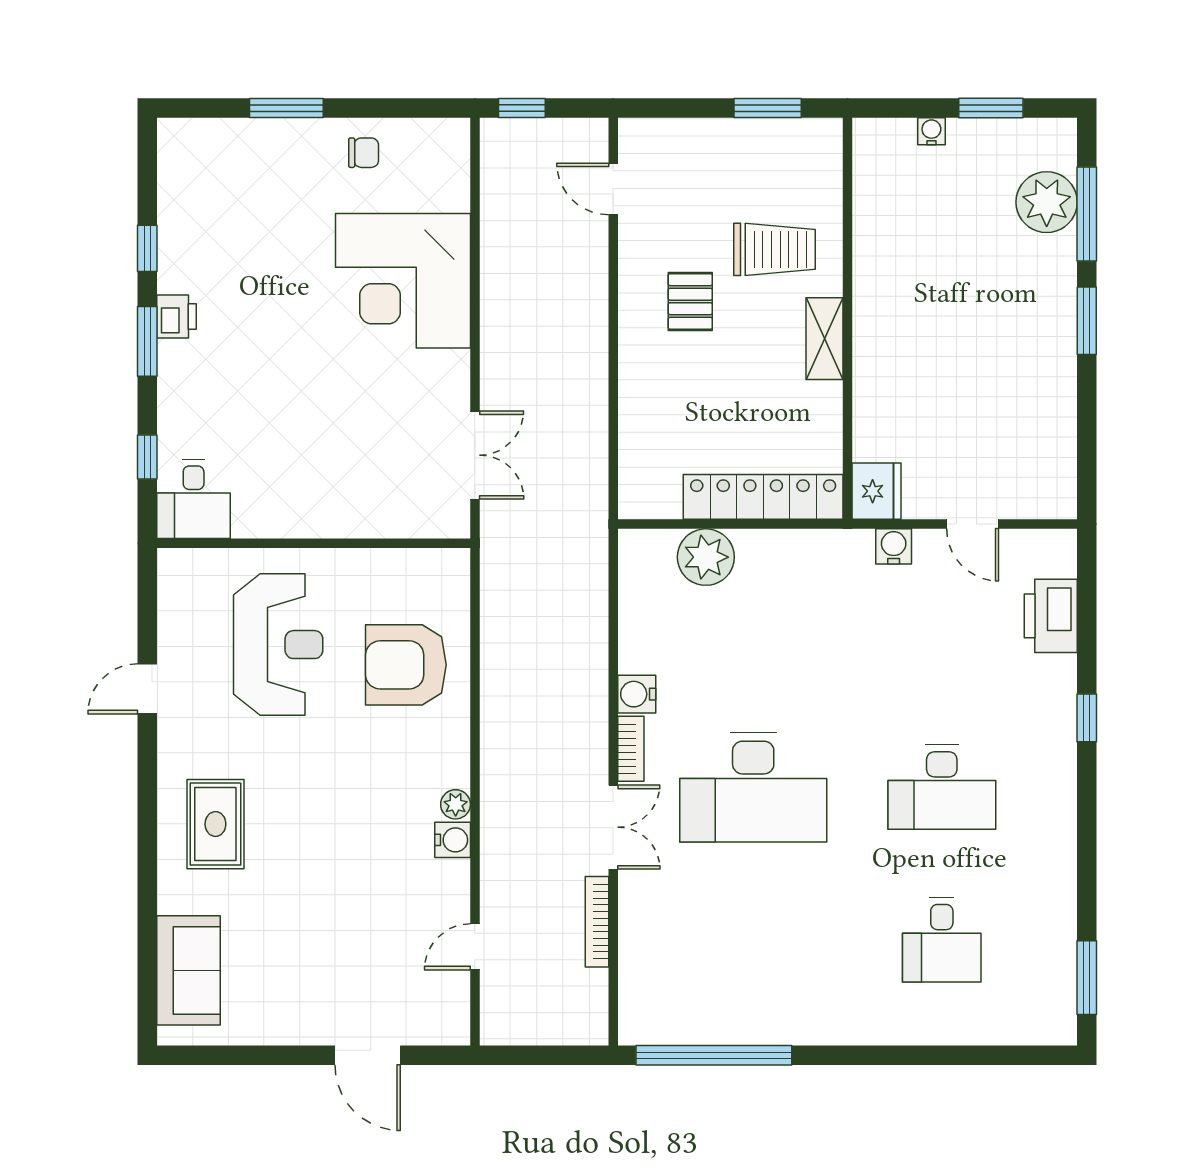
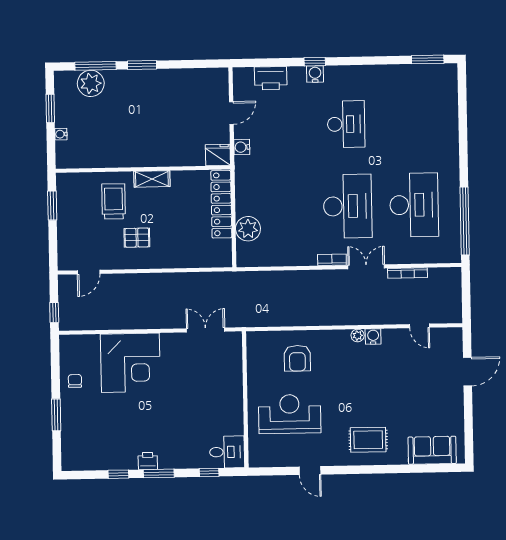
armchair: (406, 665) -> (297, 358), width x0.73, depth x0.73
water cooler: (637, 694) -> (315, 74), moved, turned 180
desk: (942, 940) -> (414, 205), moved, width x1.87, depth x1.30

